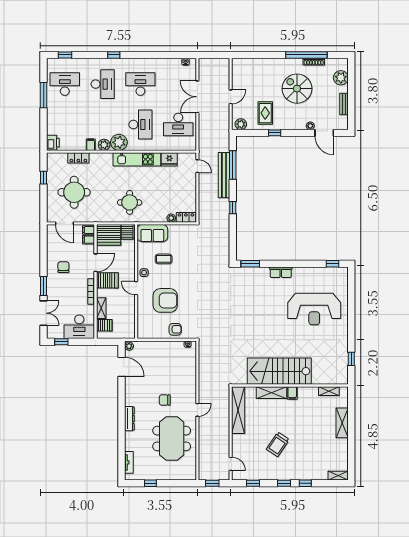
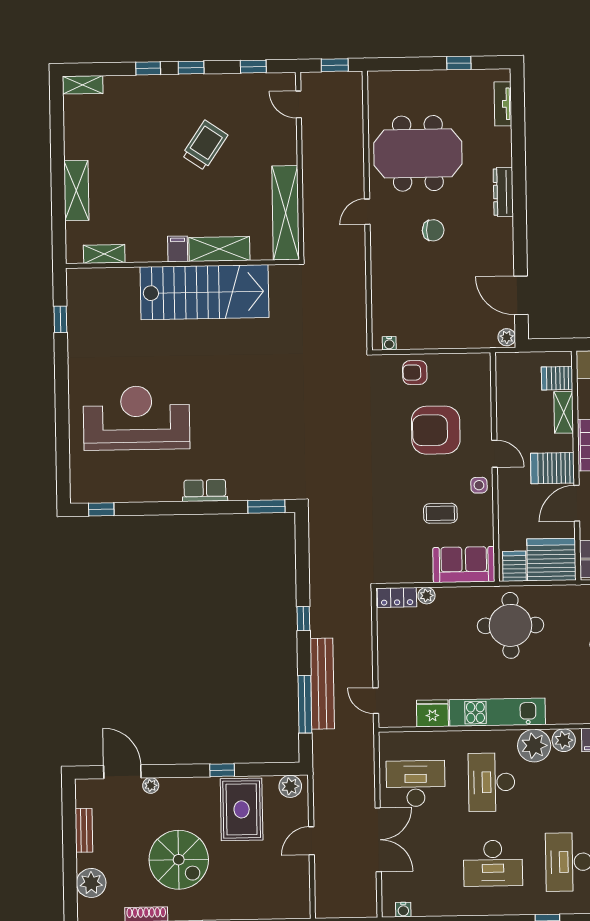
rug: (265, 113) -> (242, 809), width x1.36, depth x1.43
round table: (130, 202) -> (510, 625), width x1.36, depth x1.36
meeting table: (172, 438) -> (418, 153), turned 90

